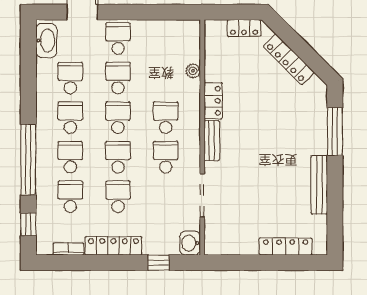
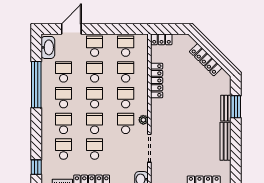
locker: (244, 28) -> (161, 39), moved
school desk: (166, 38) -> (126, 46), added
plant: (193, 71) -> (143, 120), moved
school desk: (166, 78) -> (126, 72), added
locker: (213, 101) -> (157, 81), width x1.53
window: (335, 132) -> (236, 107), width x0.69
bench: (212, 141) -> (226, 108), moved
window: (28, 160) -> (36, 85), moved

